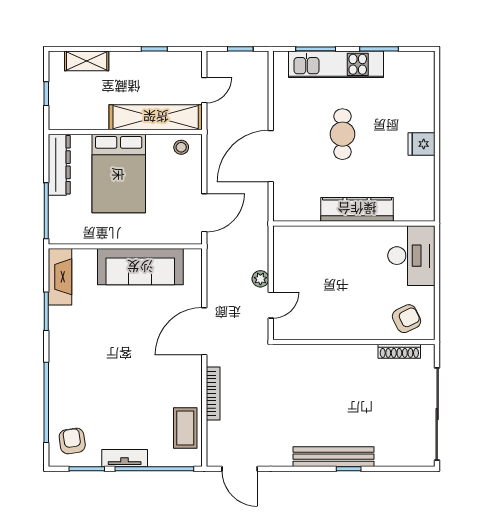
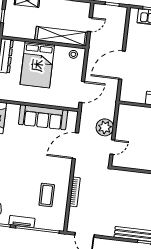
plant: (260, 279) -> (105, 127), width x1.87, depth x1.87
door: (204, 331) -> (75, 146), moved
coffee table: (185, 428) -> (47, 195), moved

